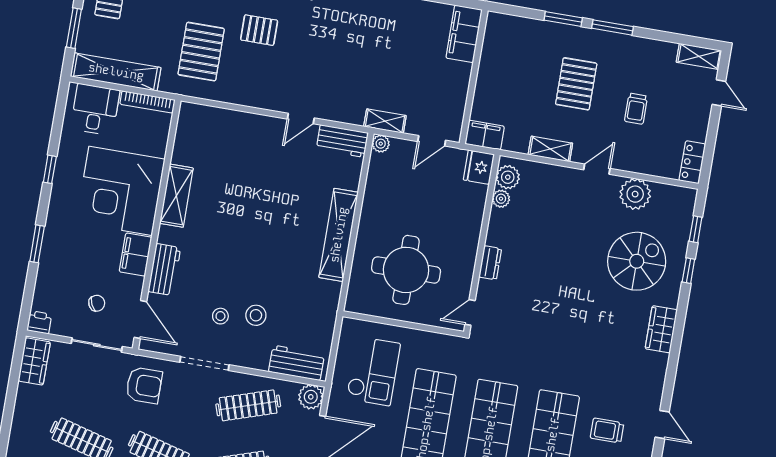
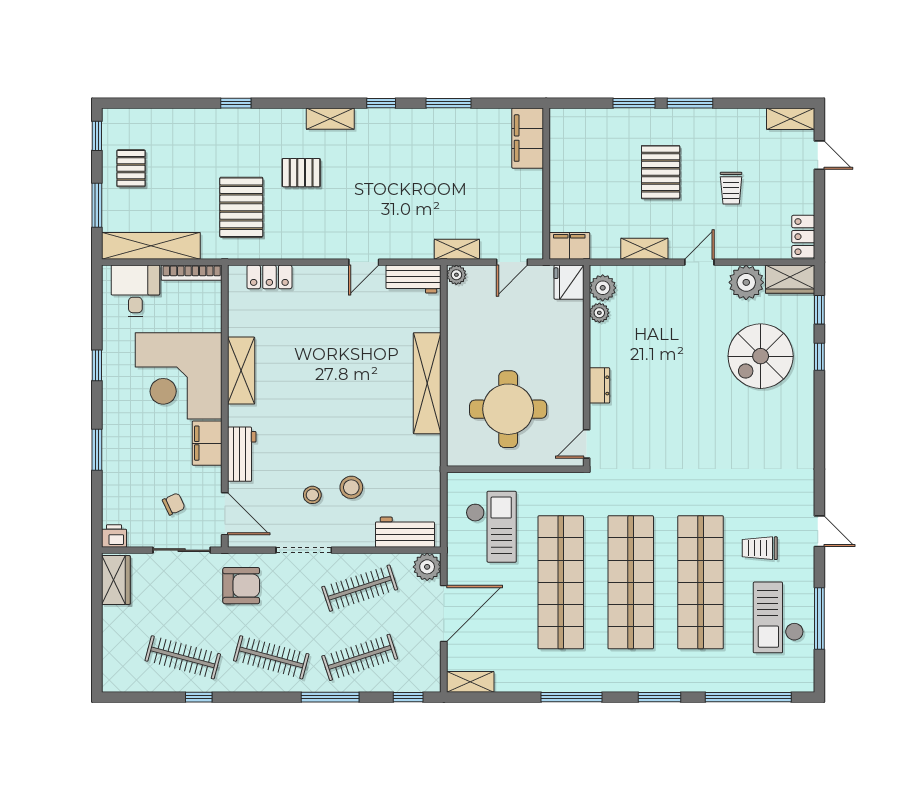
locker: (215, 117) -> (269, 277), added
spiral stairs: (637, 261) -> (761, 356), turned 180
wardrobe: (661, 329) -> (790, 279), moved, turned -90

